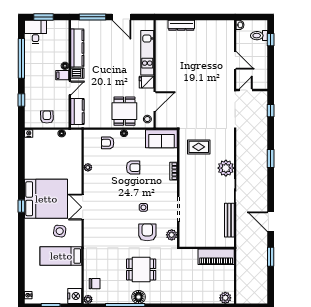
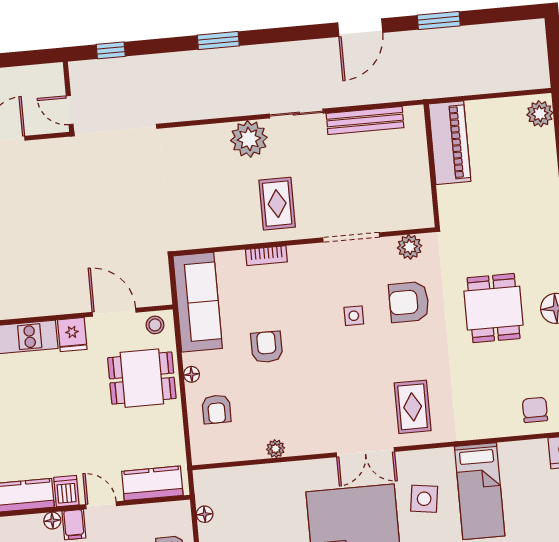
sofa: (161, 139) -> (198, 302), width x1.36
rug: (199, 147) -> (277, 204), moved
rug: (101, 230) -> (413, 407), added

